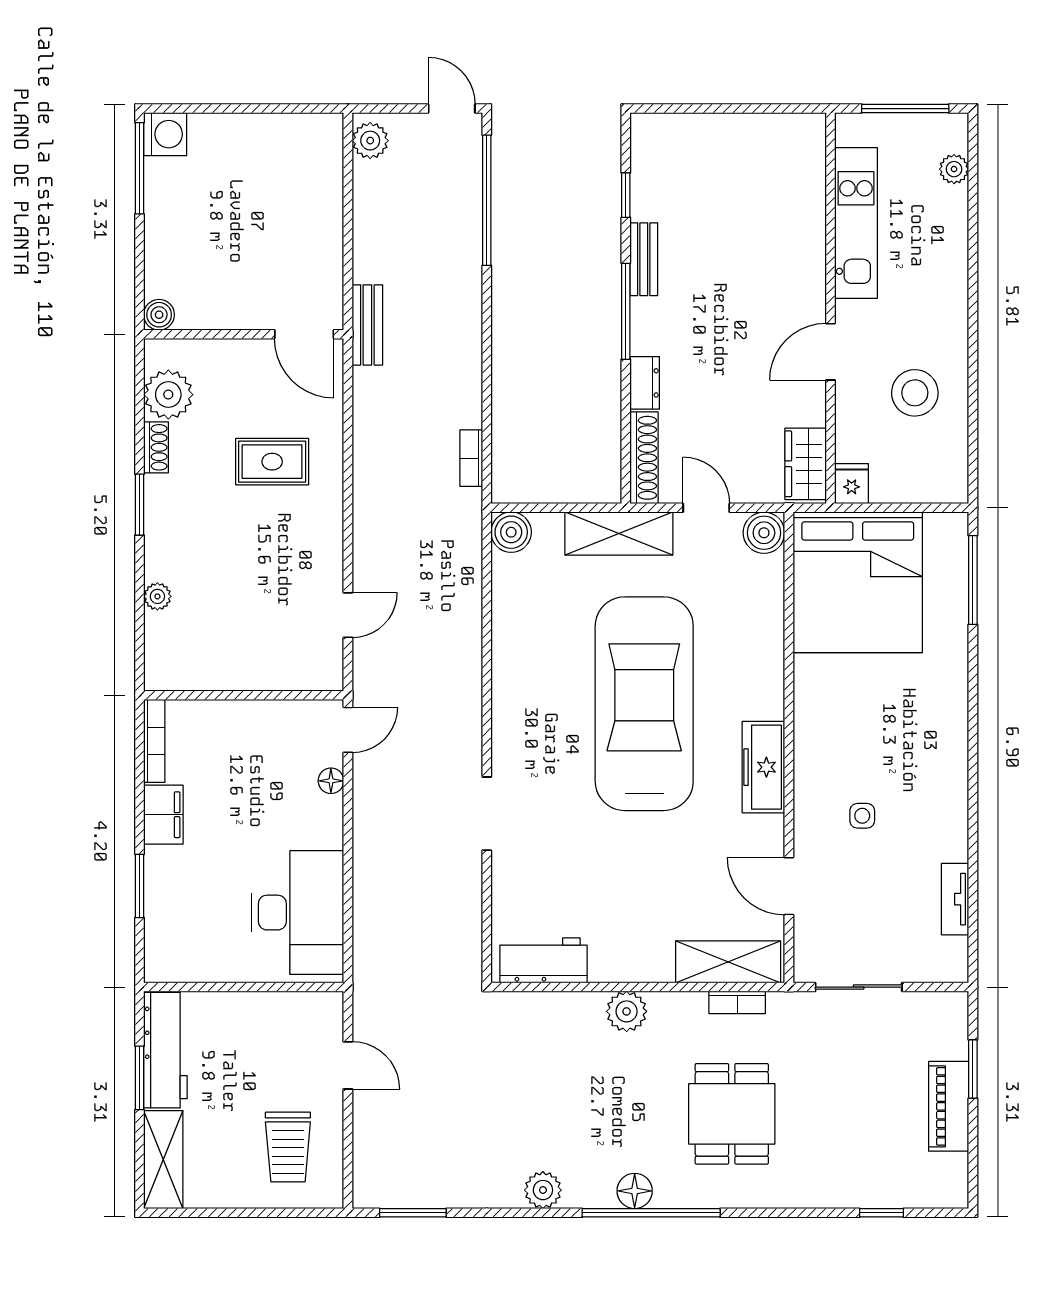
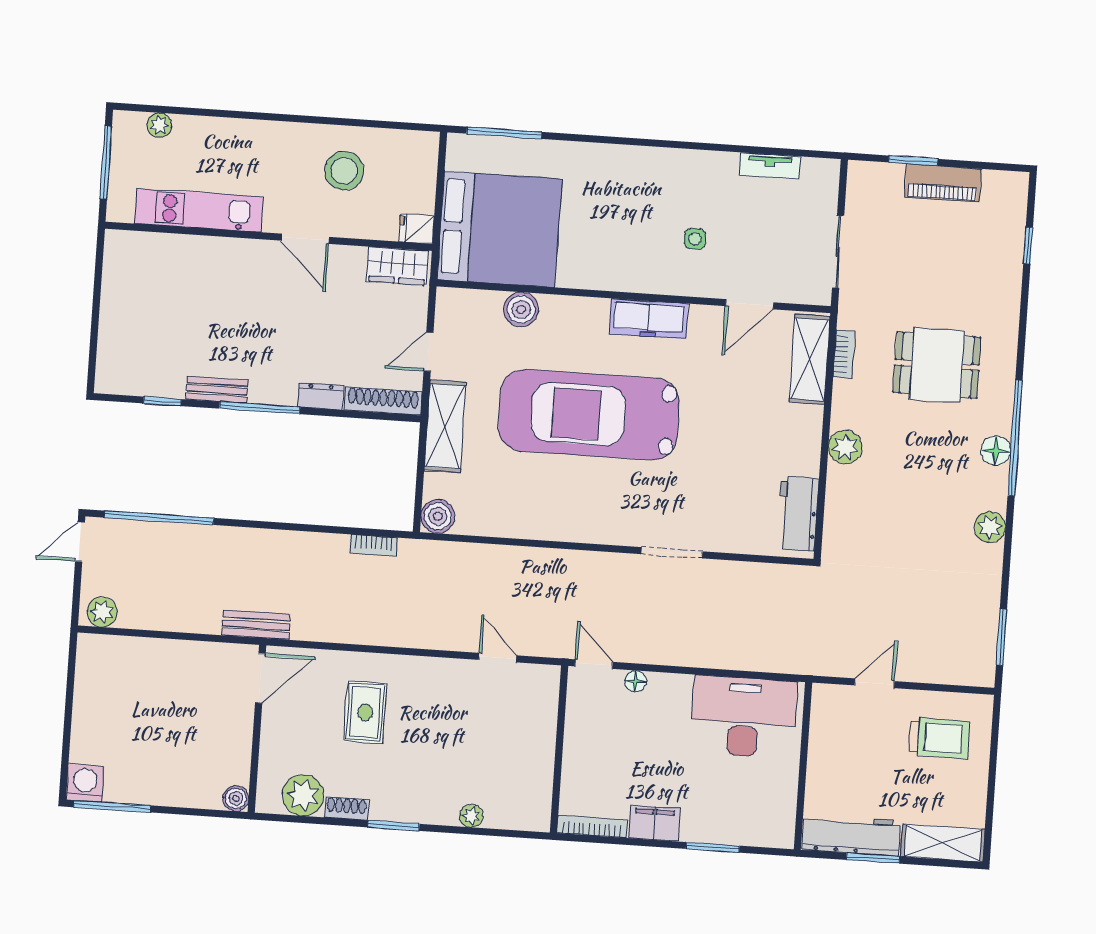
boiler: (764, 533) -> (521, 310), moved

